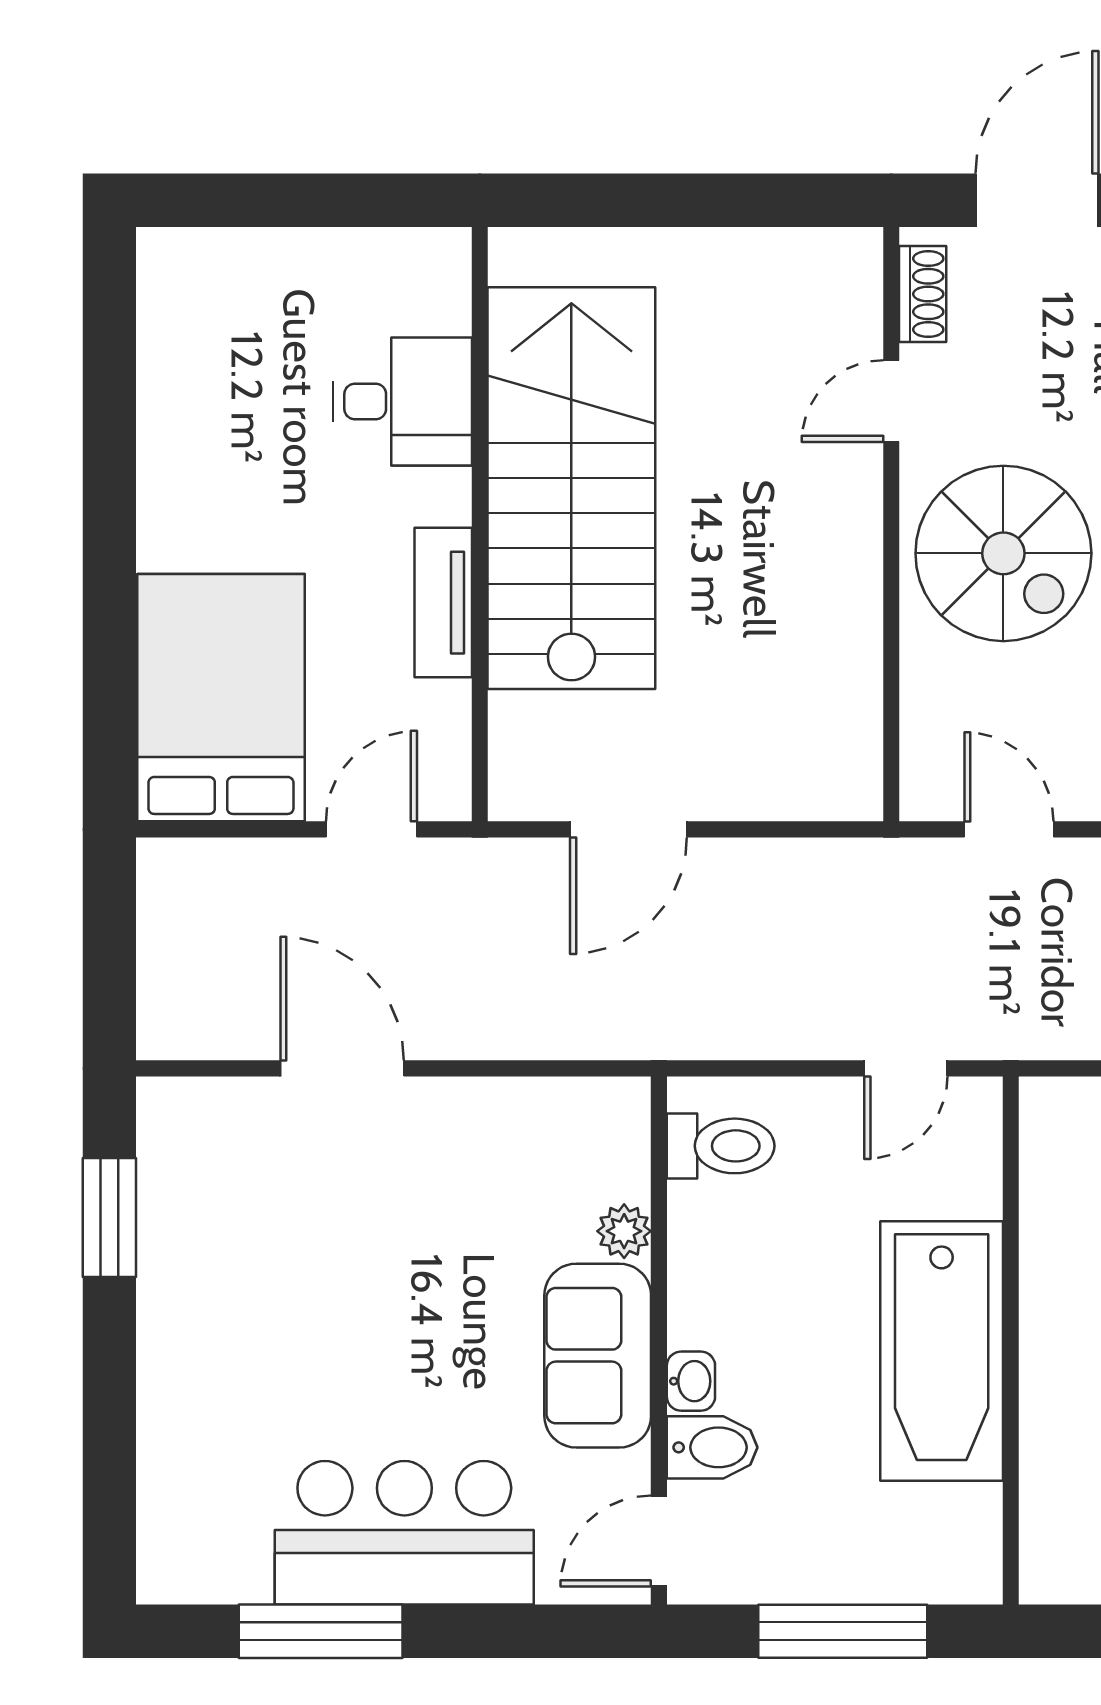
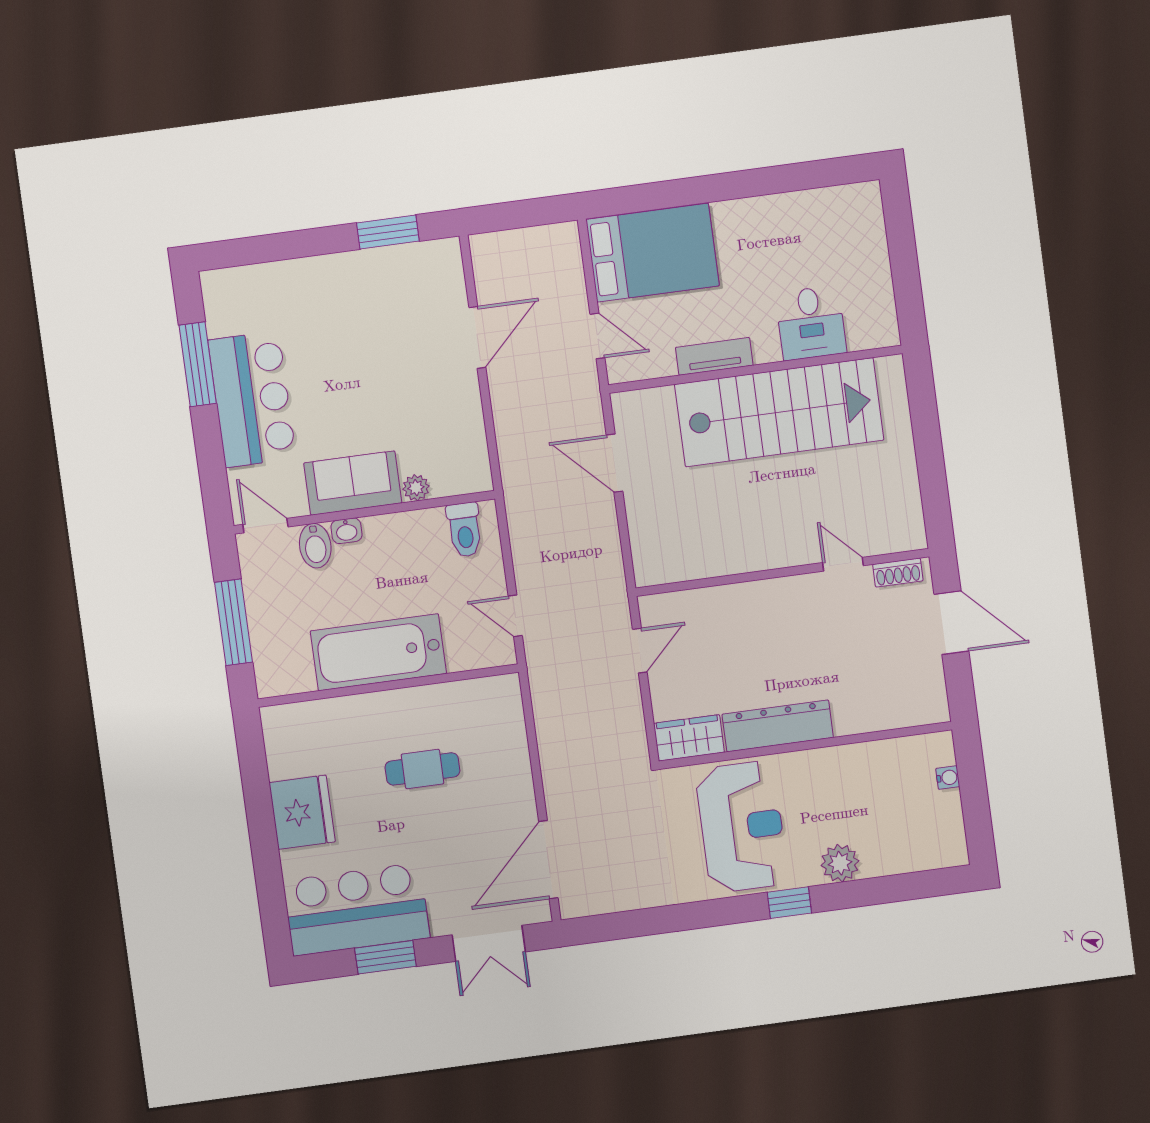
spiral stairs: (1003, 553) -> (775, 630), removed

